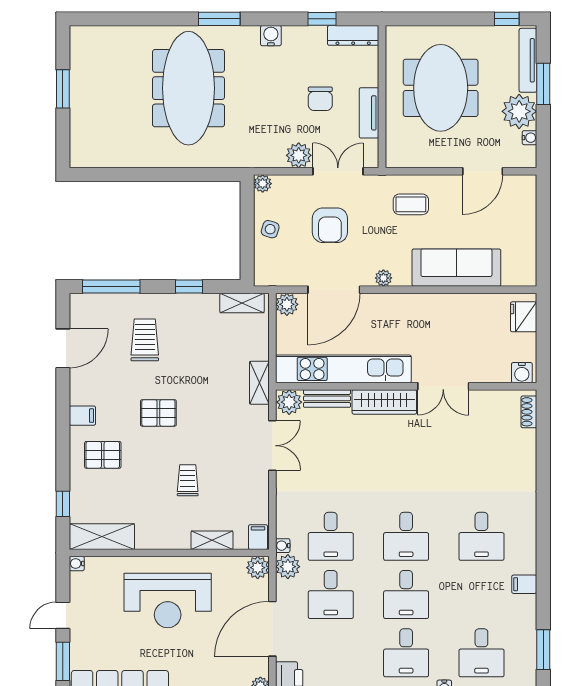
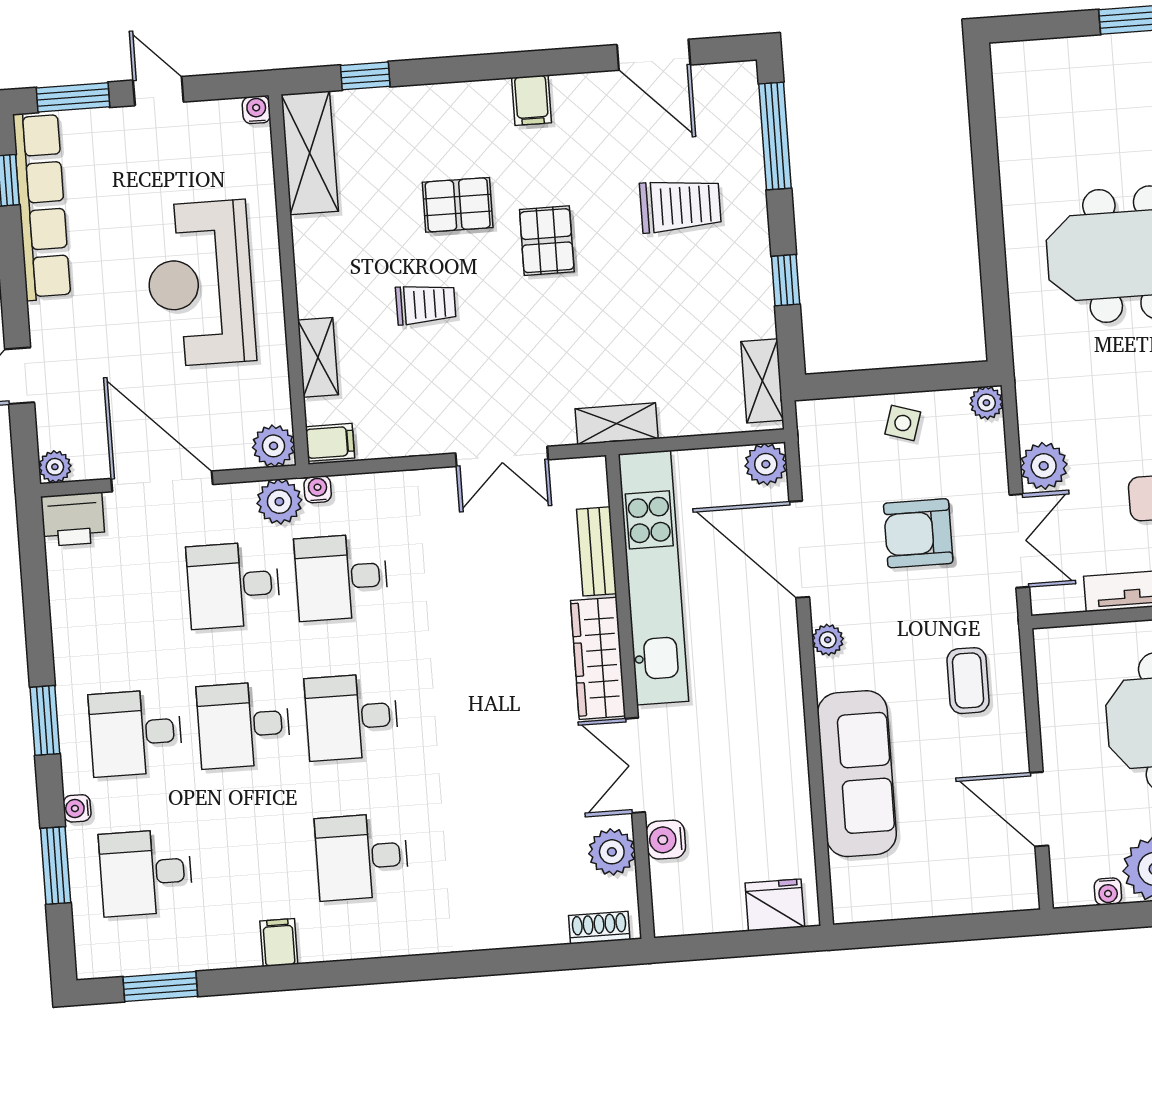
water cooler: (522, 373) -> (666, 840), moved
plant: (289, 402) -> (612, 852), moved
pallet: (103, 455) -> (458, 205), moved, turned 90

